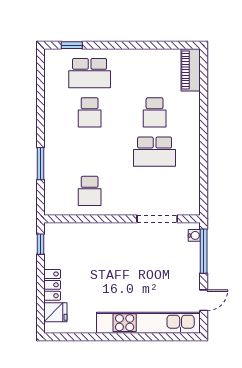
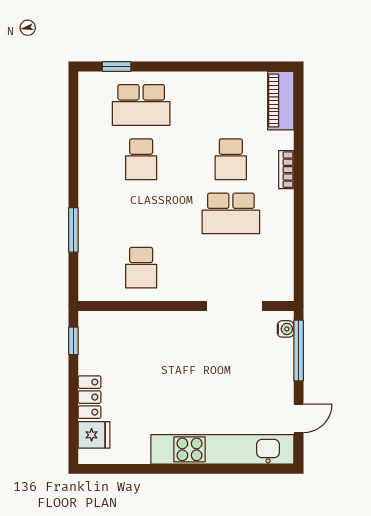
bookcase: (195, 120) -> (286, 170), added

